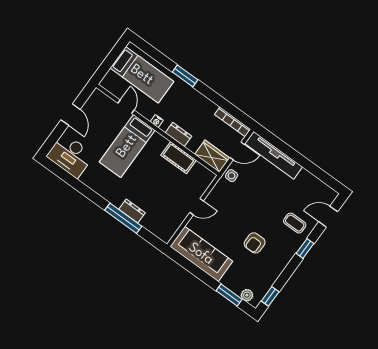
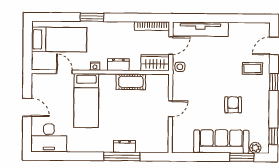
armchair: (255, 243) -> (233, 105), turned 180
sofa: (201, 254) -> (221, 142), moved

